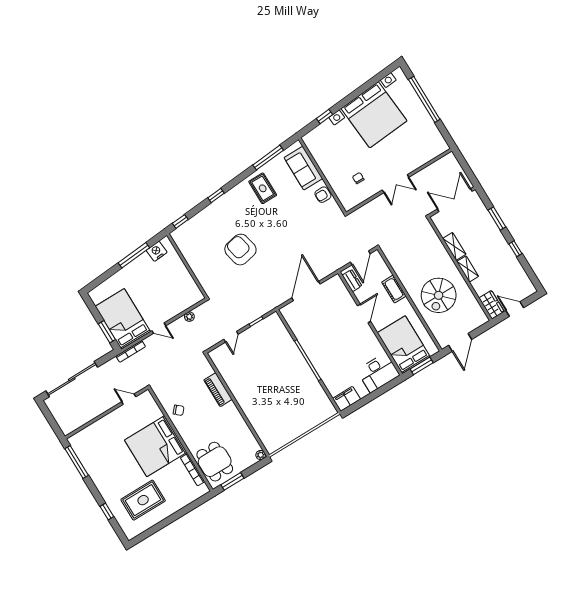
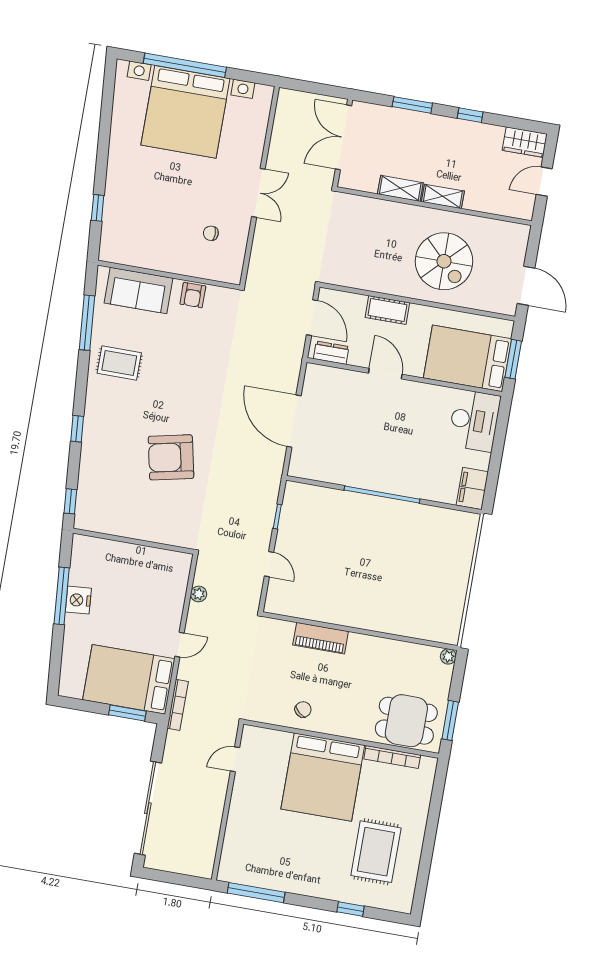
bed with nightstands: (374, 115) -> (185, 112), moved, turned 95
nightstand: (157, 251) -> (78, 600), moved
wardrobe: (492, 305) -> (525, 142), moved, turned 180

